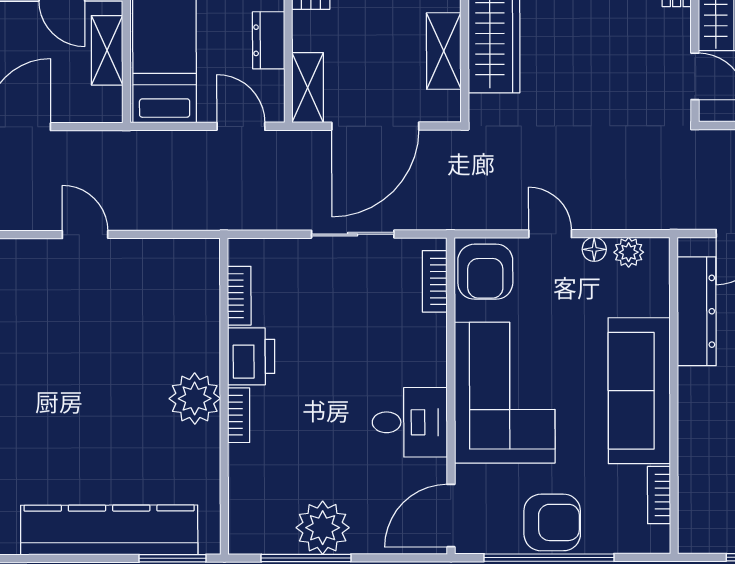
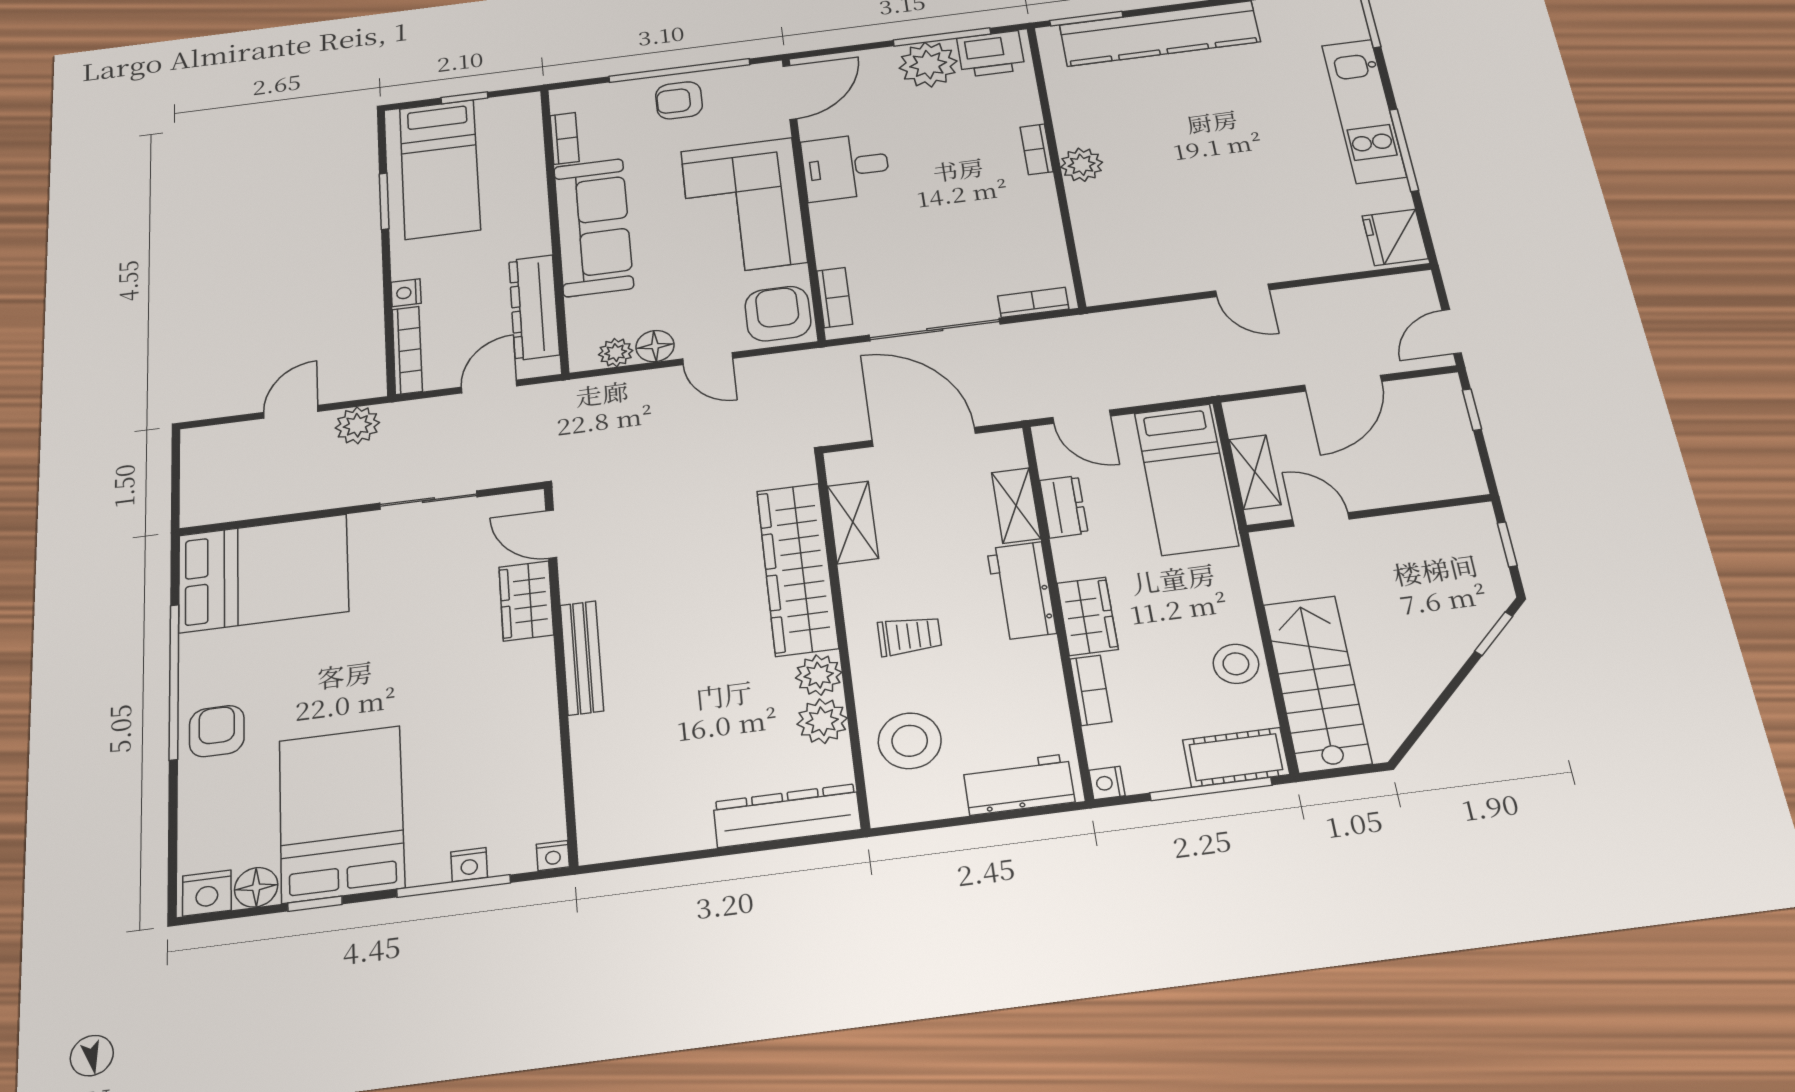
shelving: (308, 88) -> (1016, 505), moved
door: (375, 126) -> (924, 437), hinge flipped
sliding door: (353, 234) -> (935, 330), width x1.37
floor lamp: (594, 249) -> (655, 346), width x1.37, depth x1.37
bookcase: (239, 296) -> (1033, 302), moved, turned 90
printer: (251, 356) -> (991, 54), moved, turned -90
plant: (195, 398) -> (1082, 165), width x0.73, depth x0.73
armchair: (552, 522) -> (679, 100), width x0.72, depth x0.72

